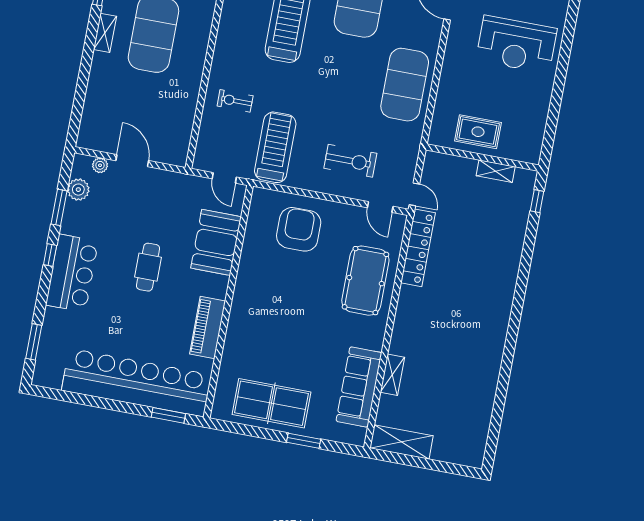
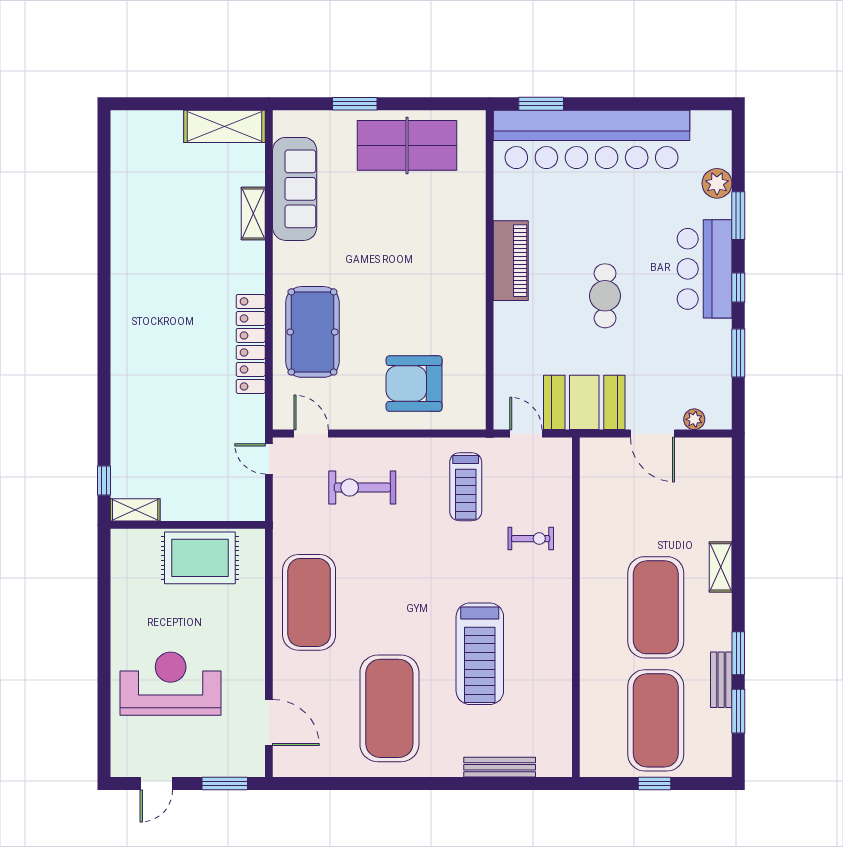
shelving: (105, 33) -> (721, 567), moved
rug: (478, 132) -> (200, 558), width x1.36, depth x1.43
treadmill: (275, 147) -> (466, 487), width x0.73, depth x0.73
shelving: (496, 171) -> (135, 510), moved
plant: (78, 190) -> (717, 183), moved
armchair: (299, 229) -> (414, 384), turned 90
booth: (216, 242) -> (584, 402), moved, turned 90
locker: (418, 248) -> (251, 344), moved
piano: (208, 328) -> (511, 261), moved
window: (34, 342) -> (738, 216), moved

